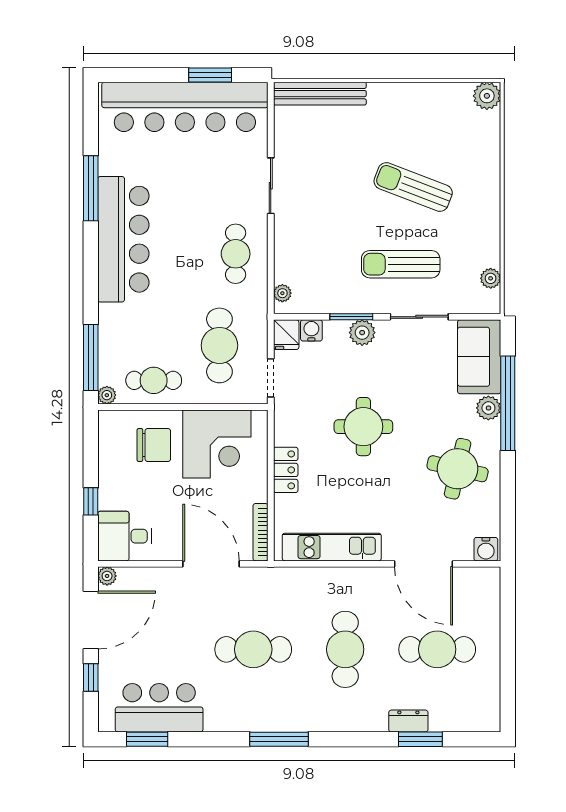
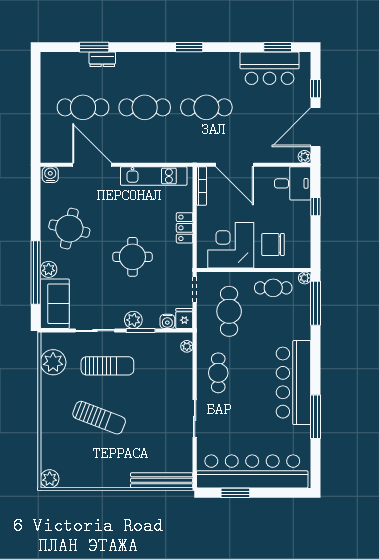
plant: (491, 278) -> (53, 362), width x1.87, depth x1.87
cafe table: (345, 649) -> (145, 107), turned 90
window: (279, 739) -> (189, 47), width x0.69

